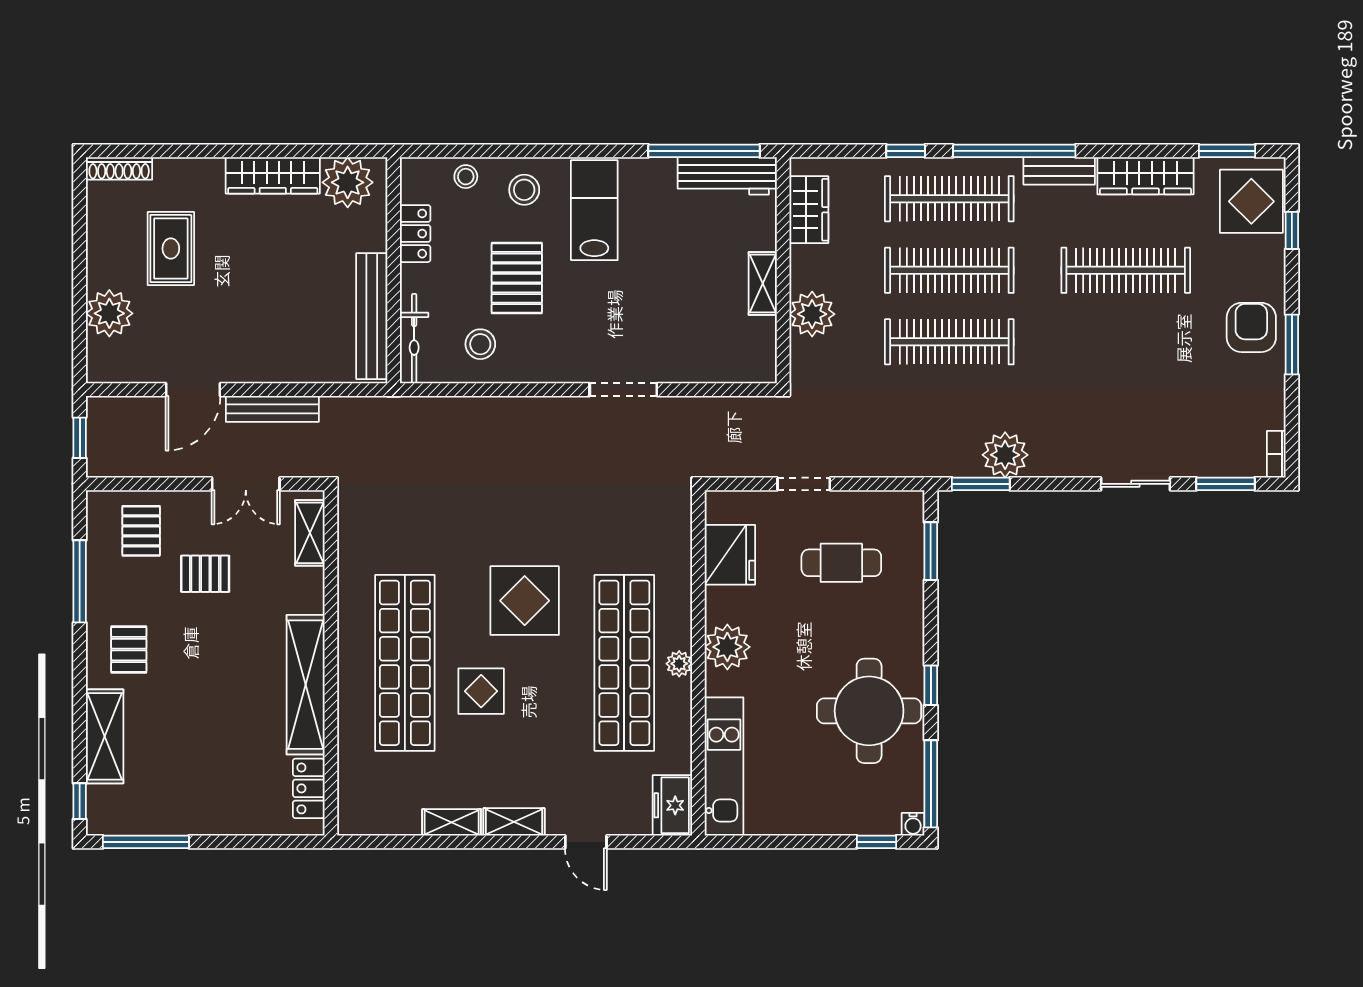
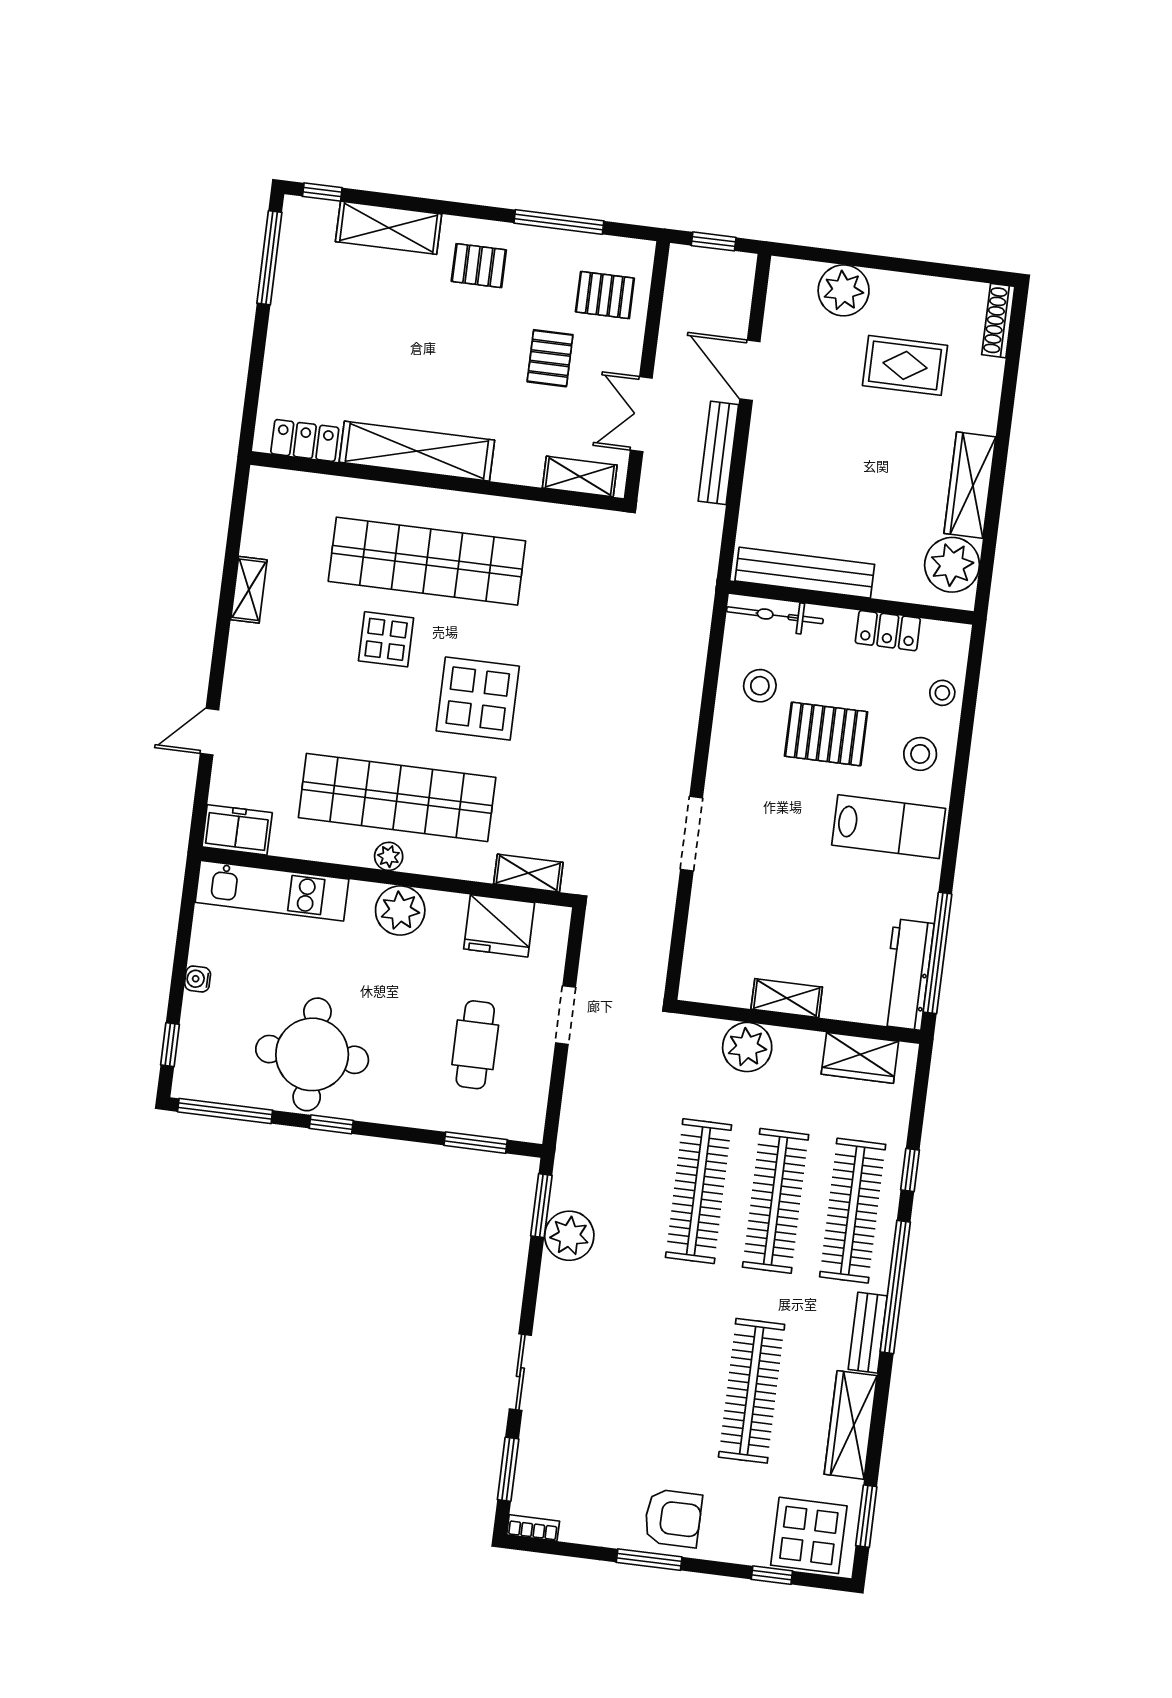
shelving: (514, 822) -> (528, 873), moved, turned 90
water cooler: (913, 824) -> (198, 979), moved

